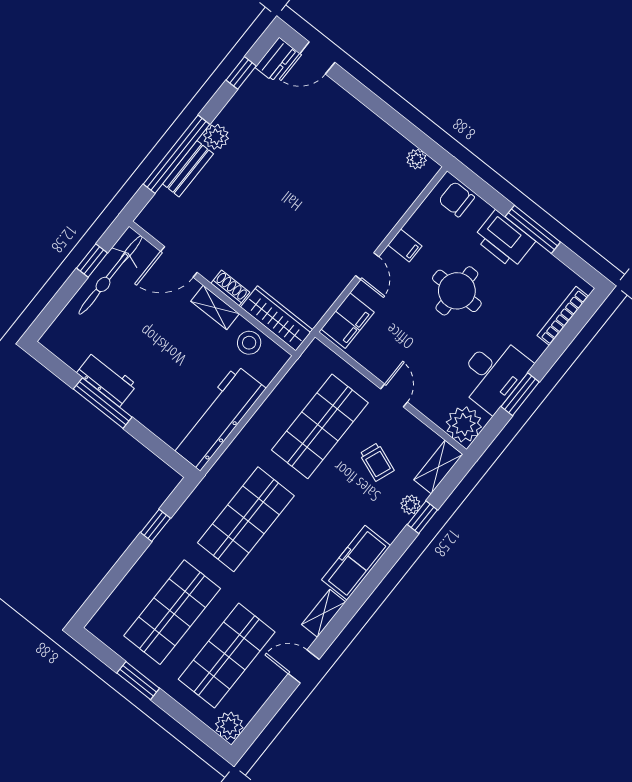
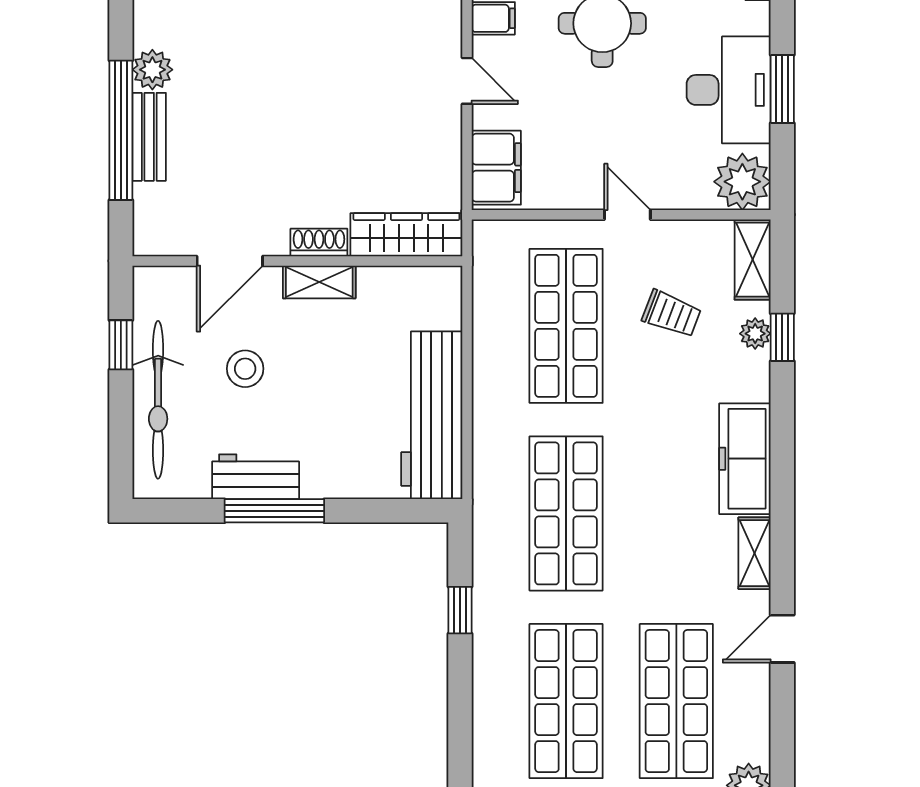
bicycle: (110, 275) -> (158, 400), moved
stool: (249, 343) -> (245, 369), moved

